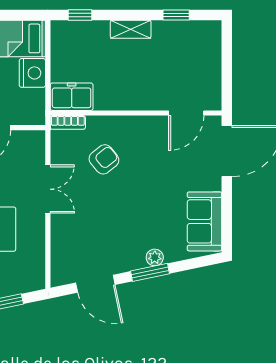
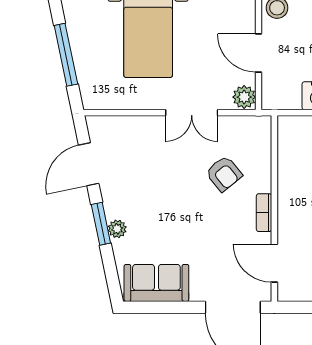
freezer: (72, 97) -> (292, 138), removed
bookcase: (68, 122) -> (264, 213), moved
plant: (33, 141) -> (244, 97), added

